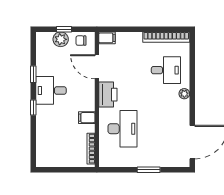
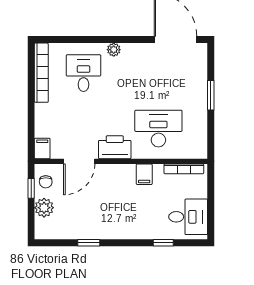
window: (64, 29) -> (31, 188), moved
desk: (51, 90) -> (188, 217), moved, turned -90
window: (33, 107) -> (163, 243), moved

